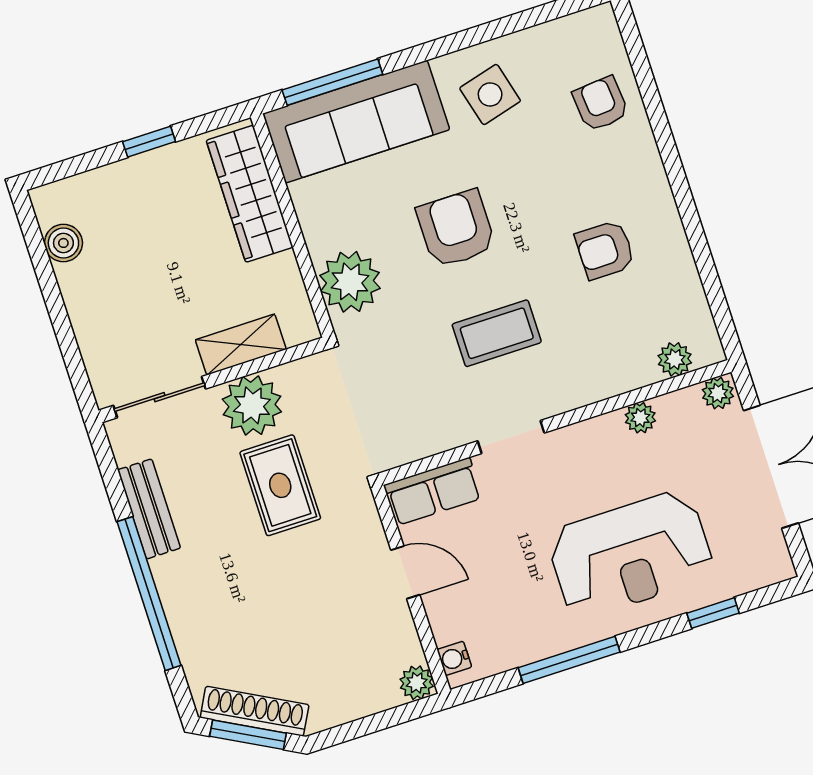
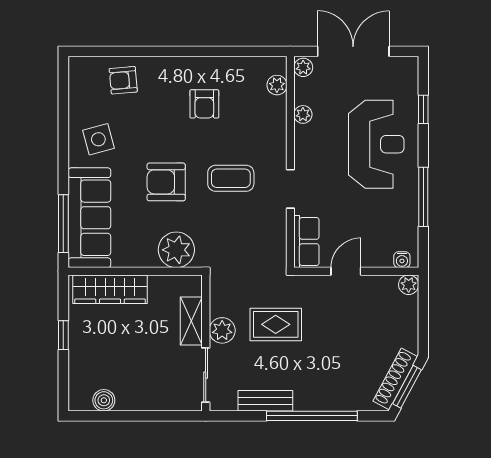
coffee table: (497, 333) -> (231, 178), turned 90
plant: (252, 405) -> (222, 330), width x0.73, depth x0.73

